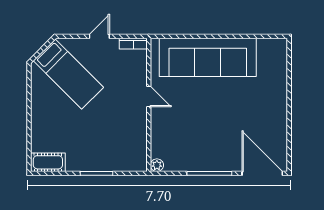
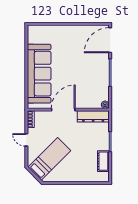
door: (149, 97) -> (63, 110), width x1.88
dresser: (138, 146) -> (93, 116), added
cot: (48, 162) -> (103, 161), moved

